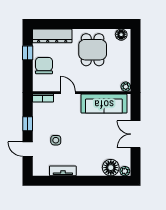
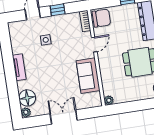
chair: (44, 66) -> (101, 18), moved
sofa: (104, 104) -> (88, 76), width x0.73
tv unit: (63, 171) -> (19, 67), moved

